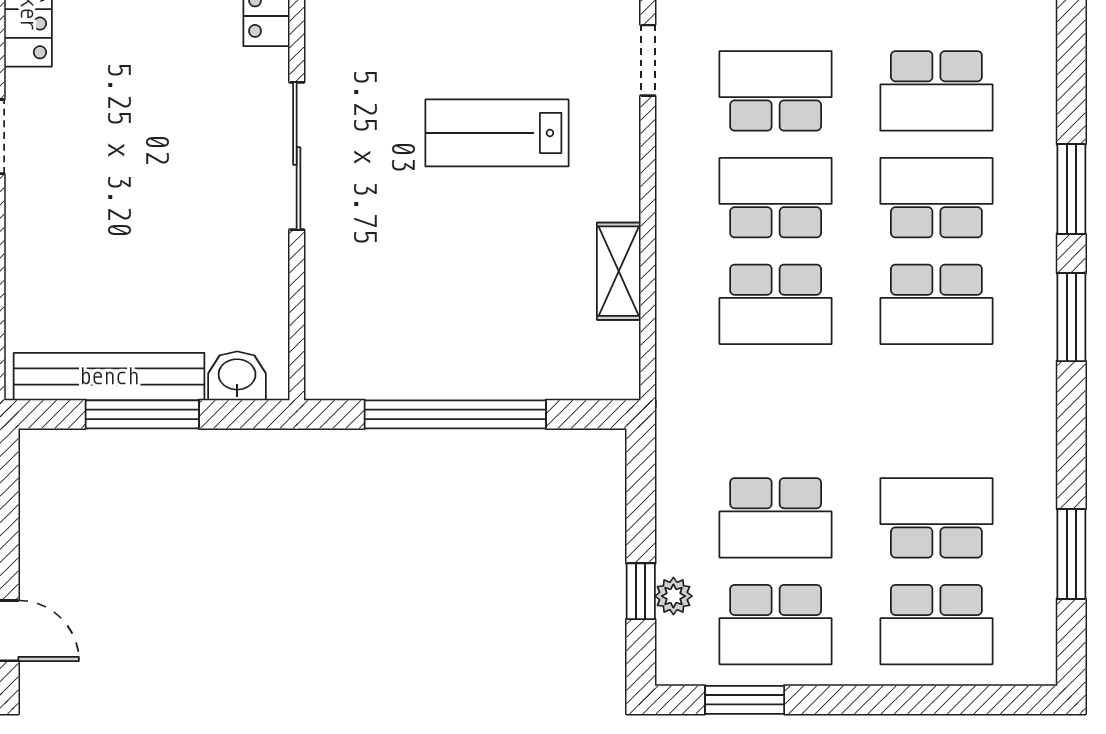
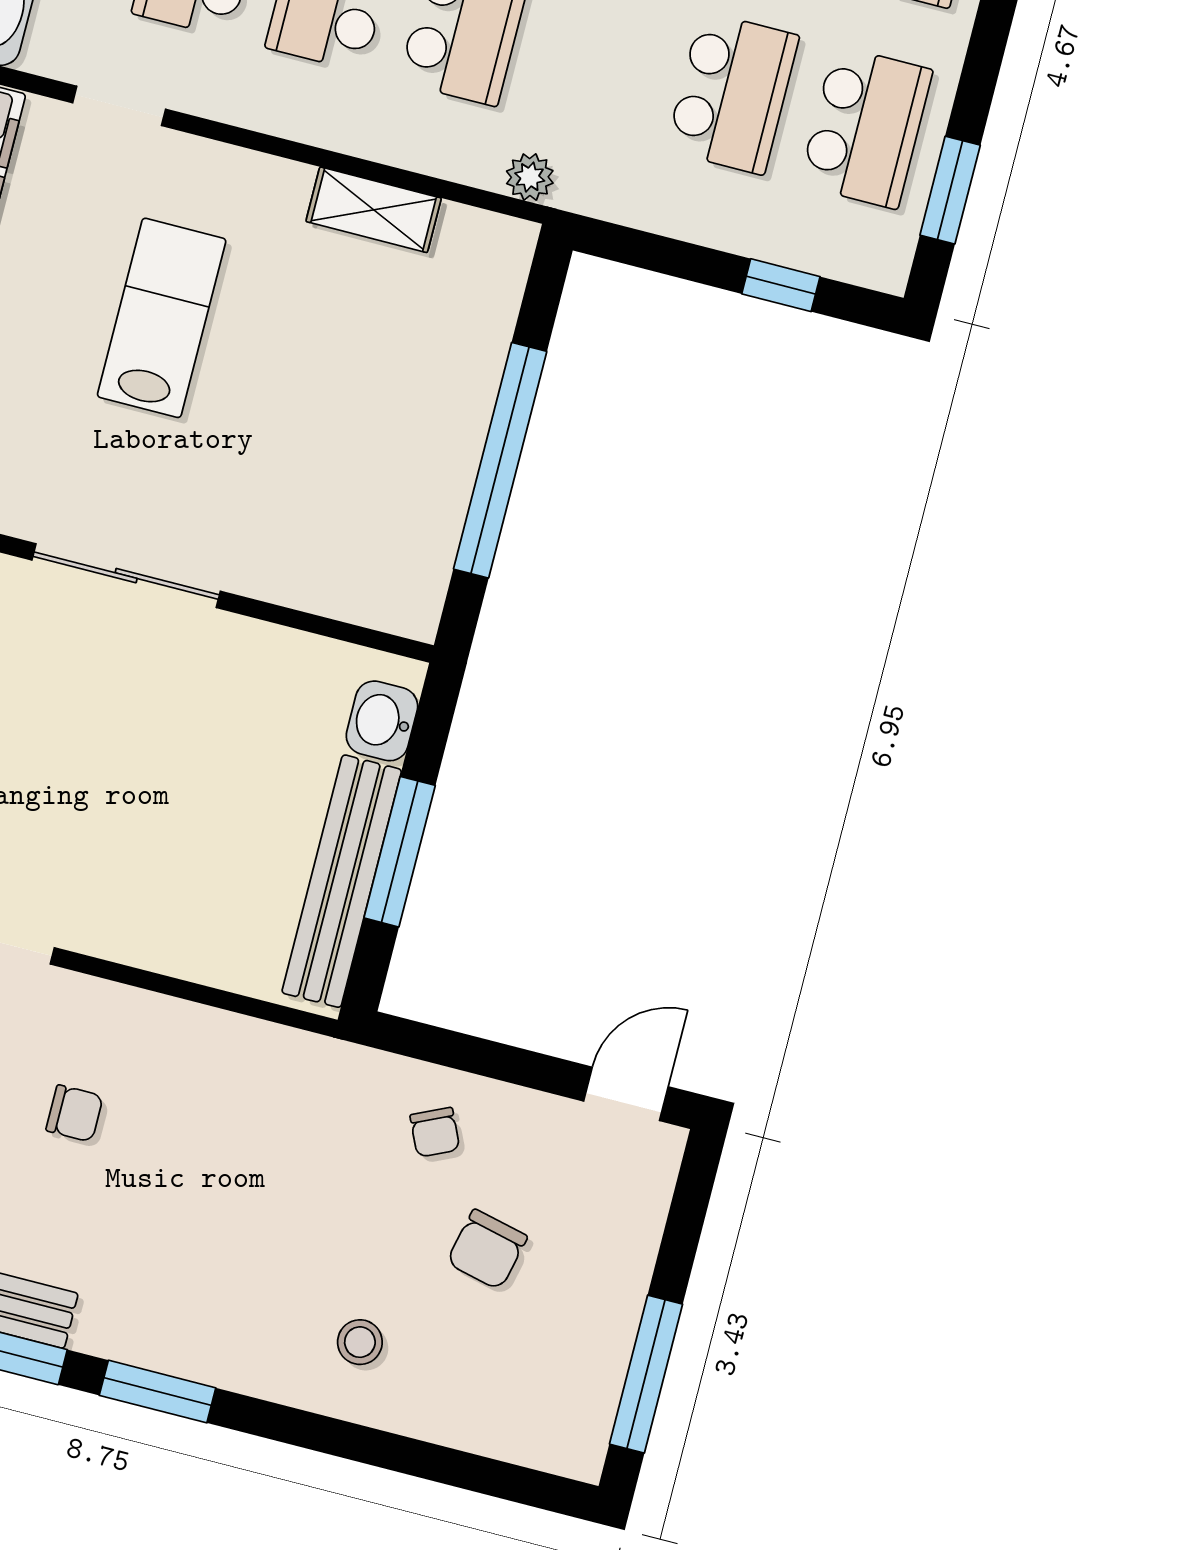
lab bench: (497, 133) -> (162, 318), turned 180
plant: (673, 596) -> (530, 177), moved

